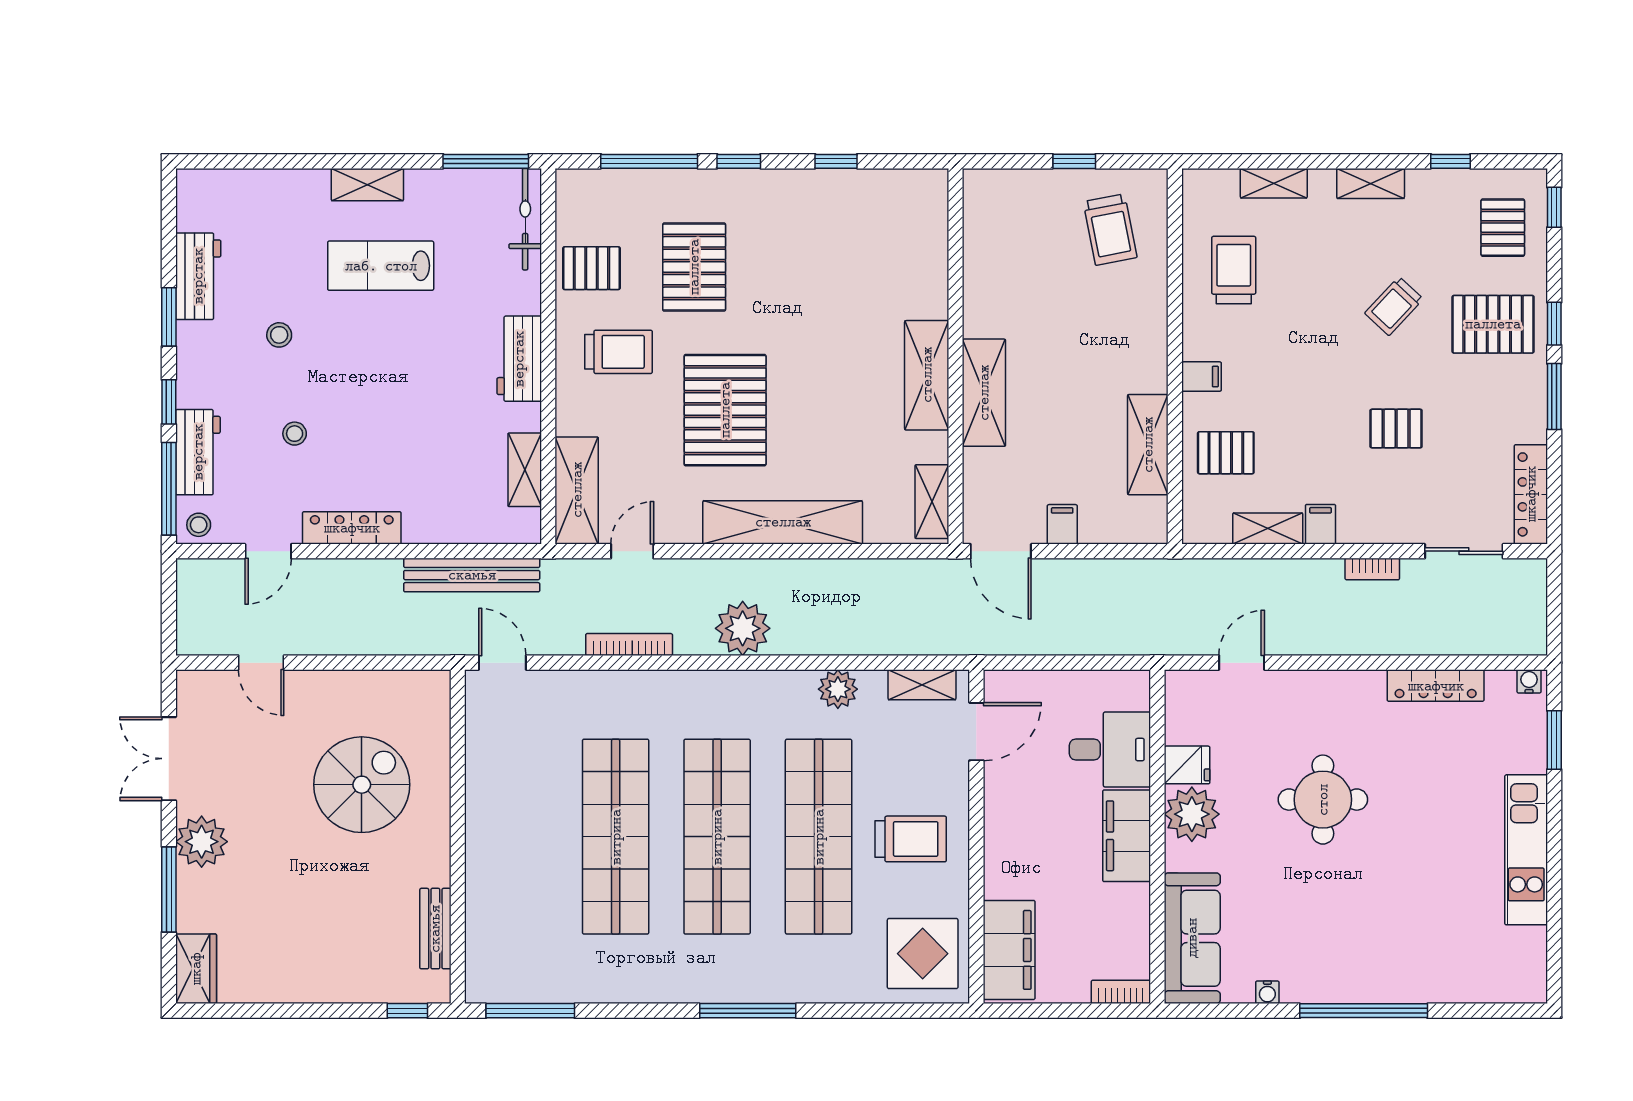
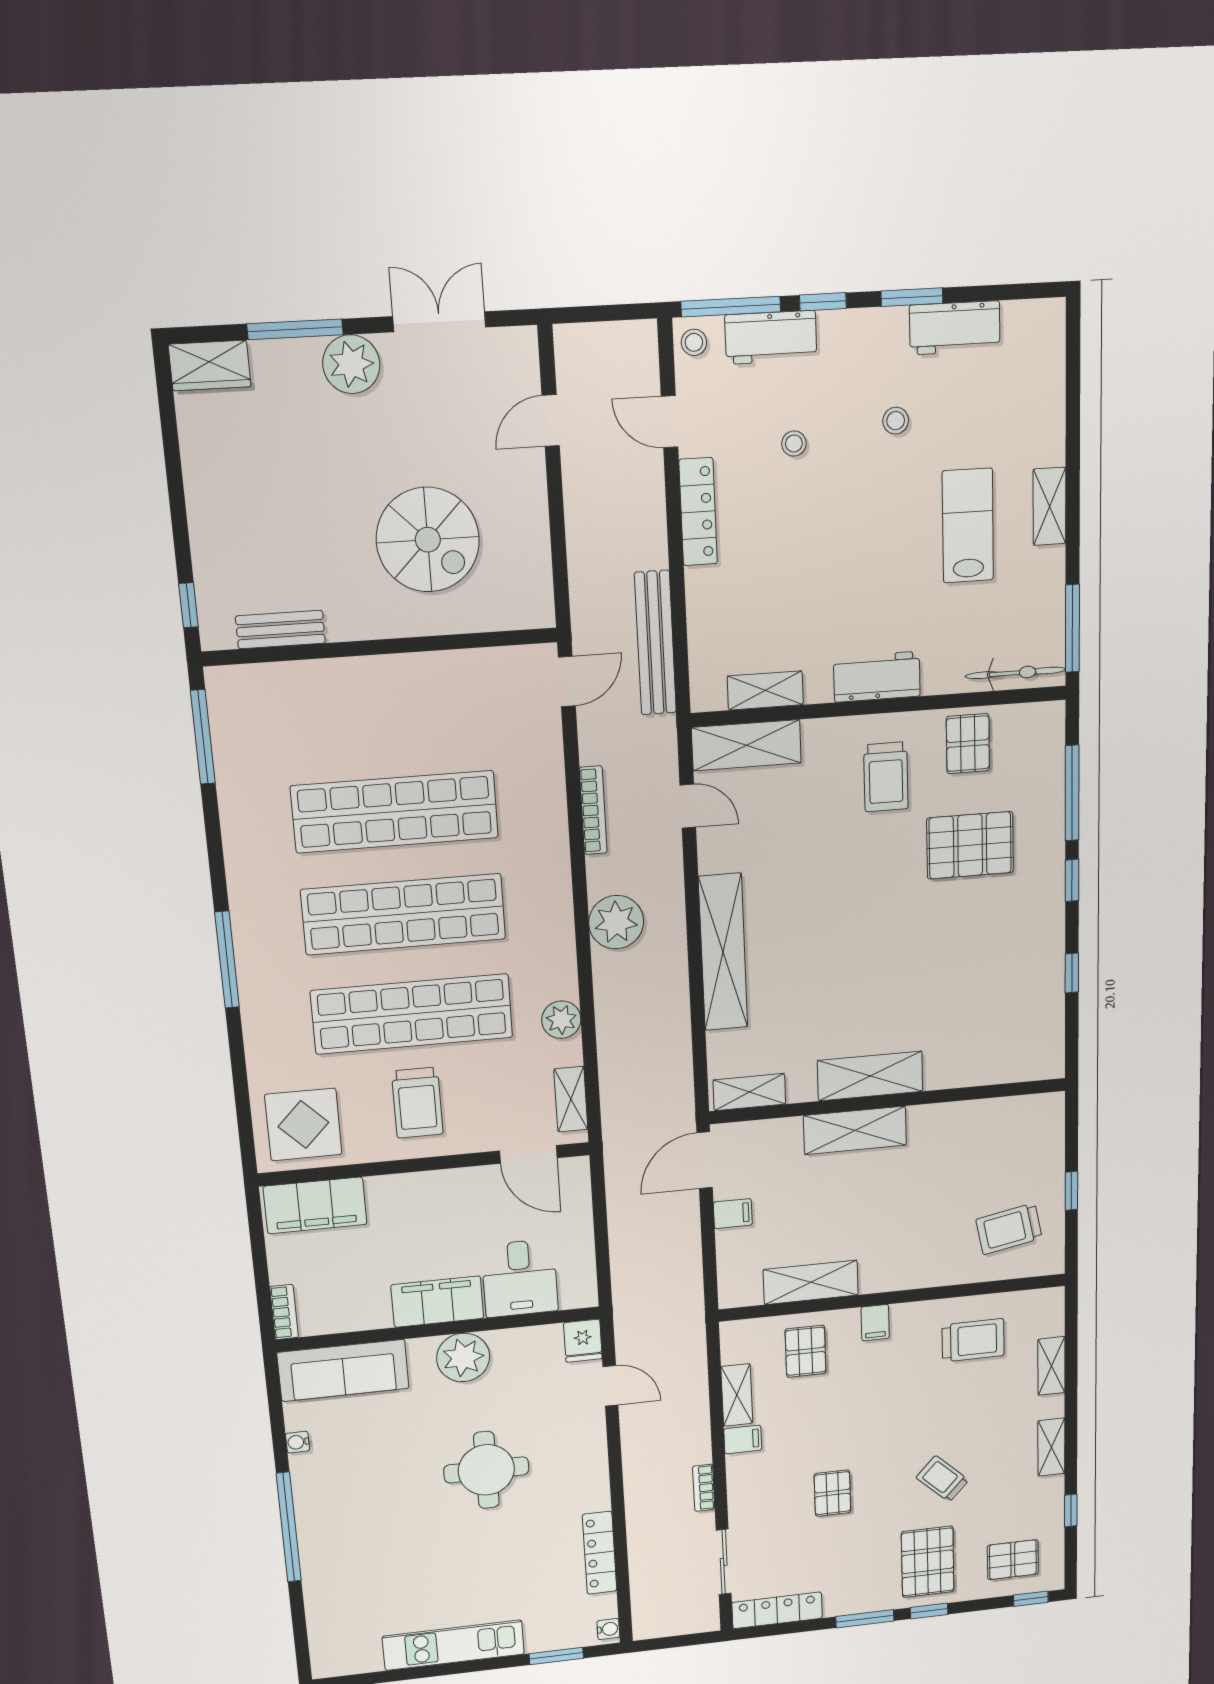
pallet: (725, 410) -> (831, 887), removed
fridge: (1187, 765) -> (583, 1341), moved

